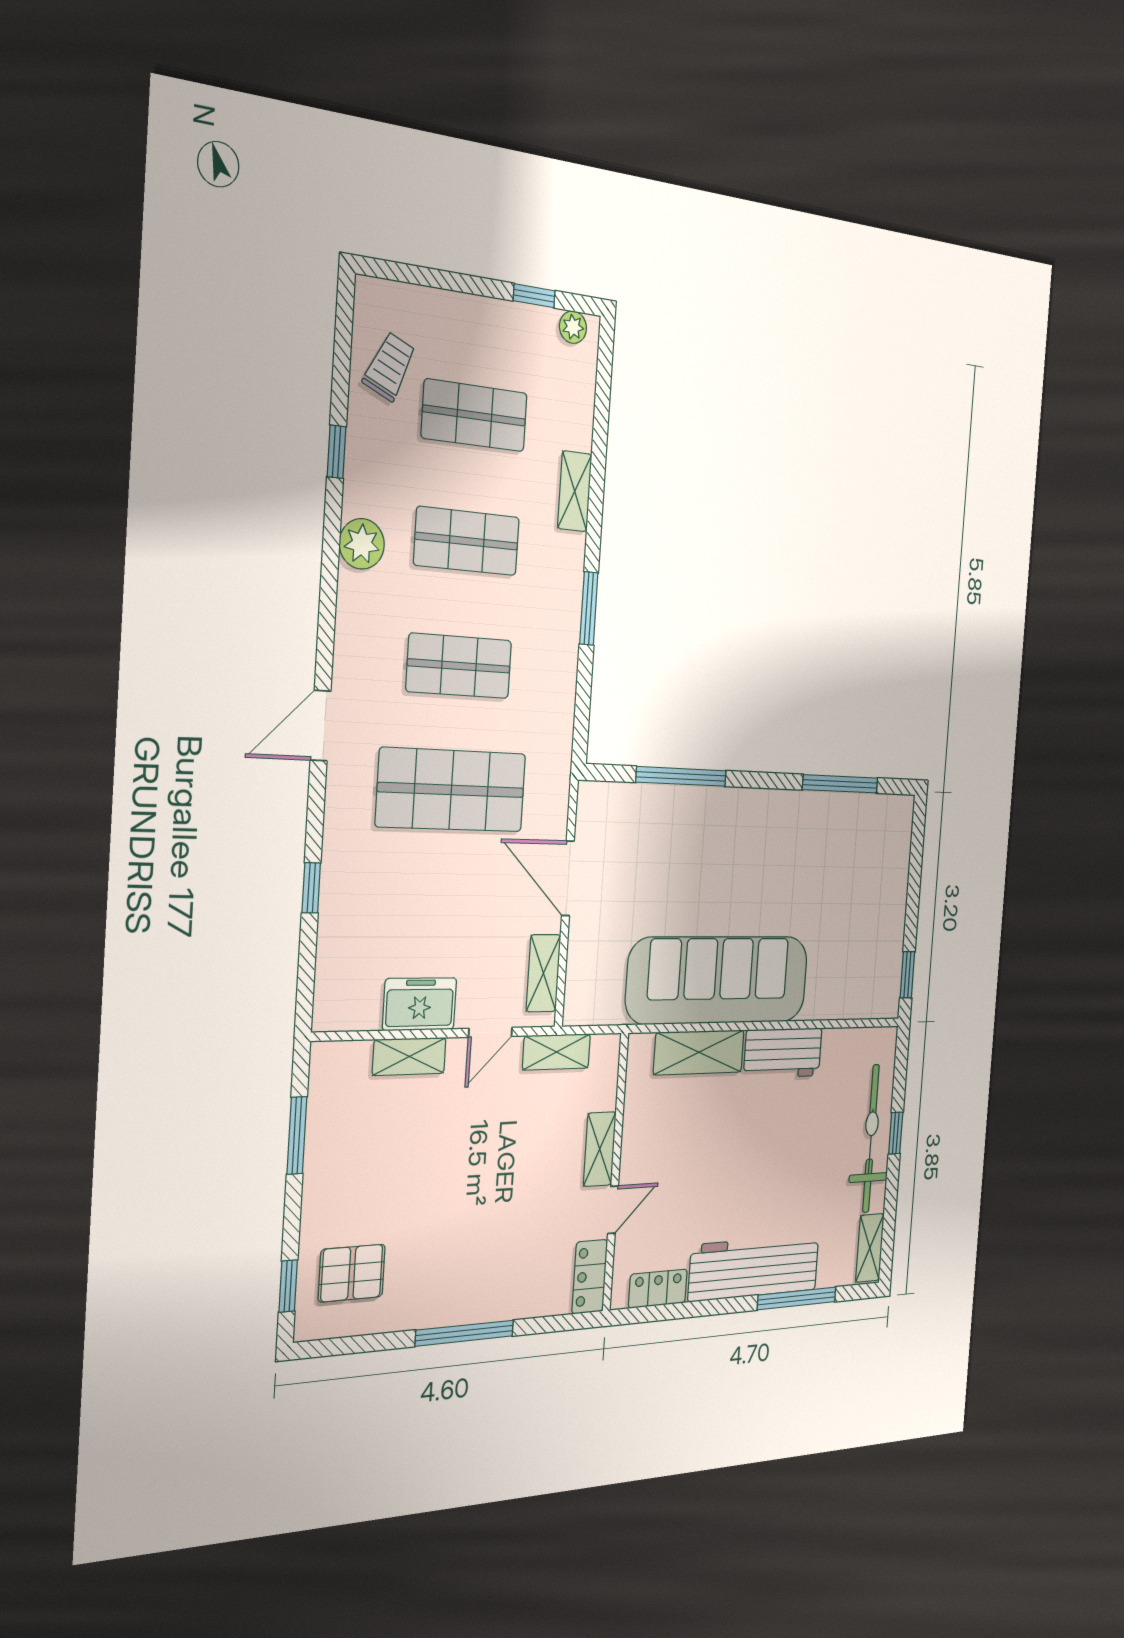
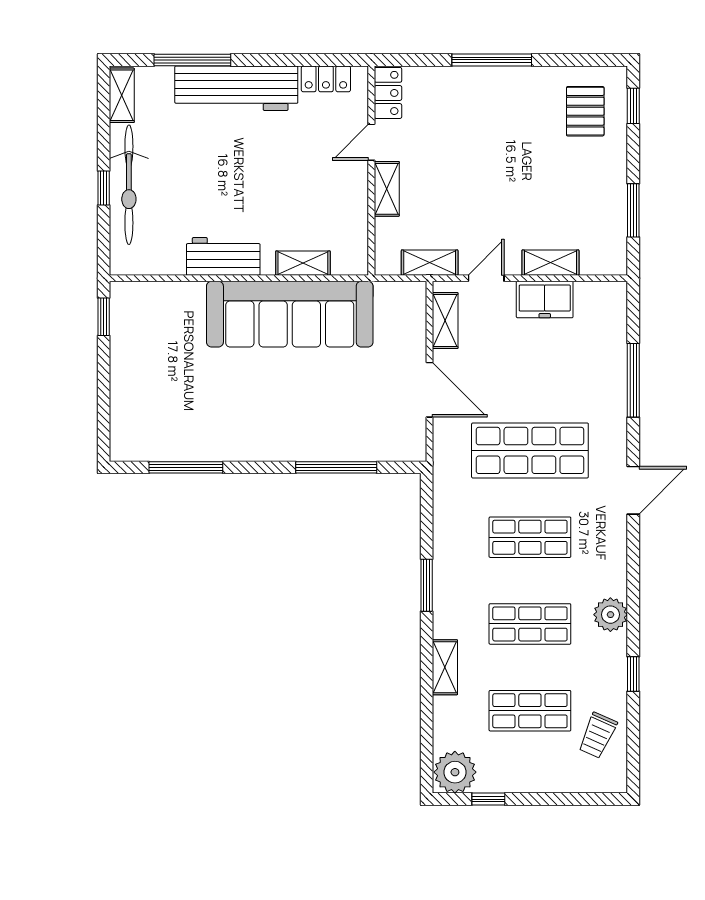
plant: (573, 327) -> (455, 772), width x1.88, depth x1.88
window: (311, 888) -> (633, 380), width x2.17
shelving: (699, 1052) -> (303, 263), width x0.67, depth x0.75
pallet: (352, 1273) -> (585, 111), turned 90

